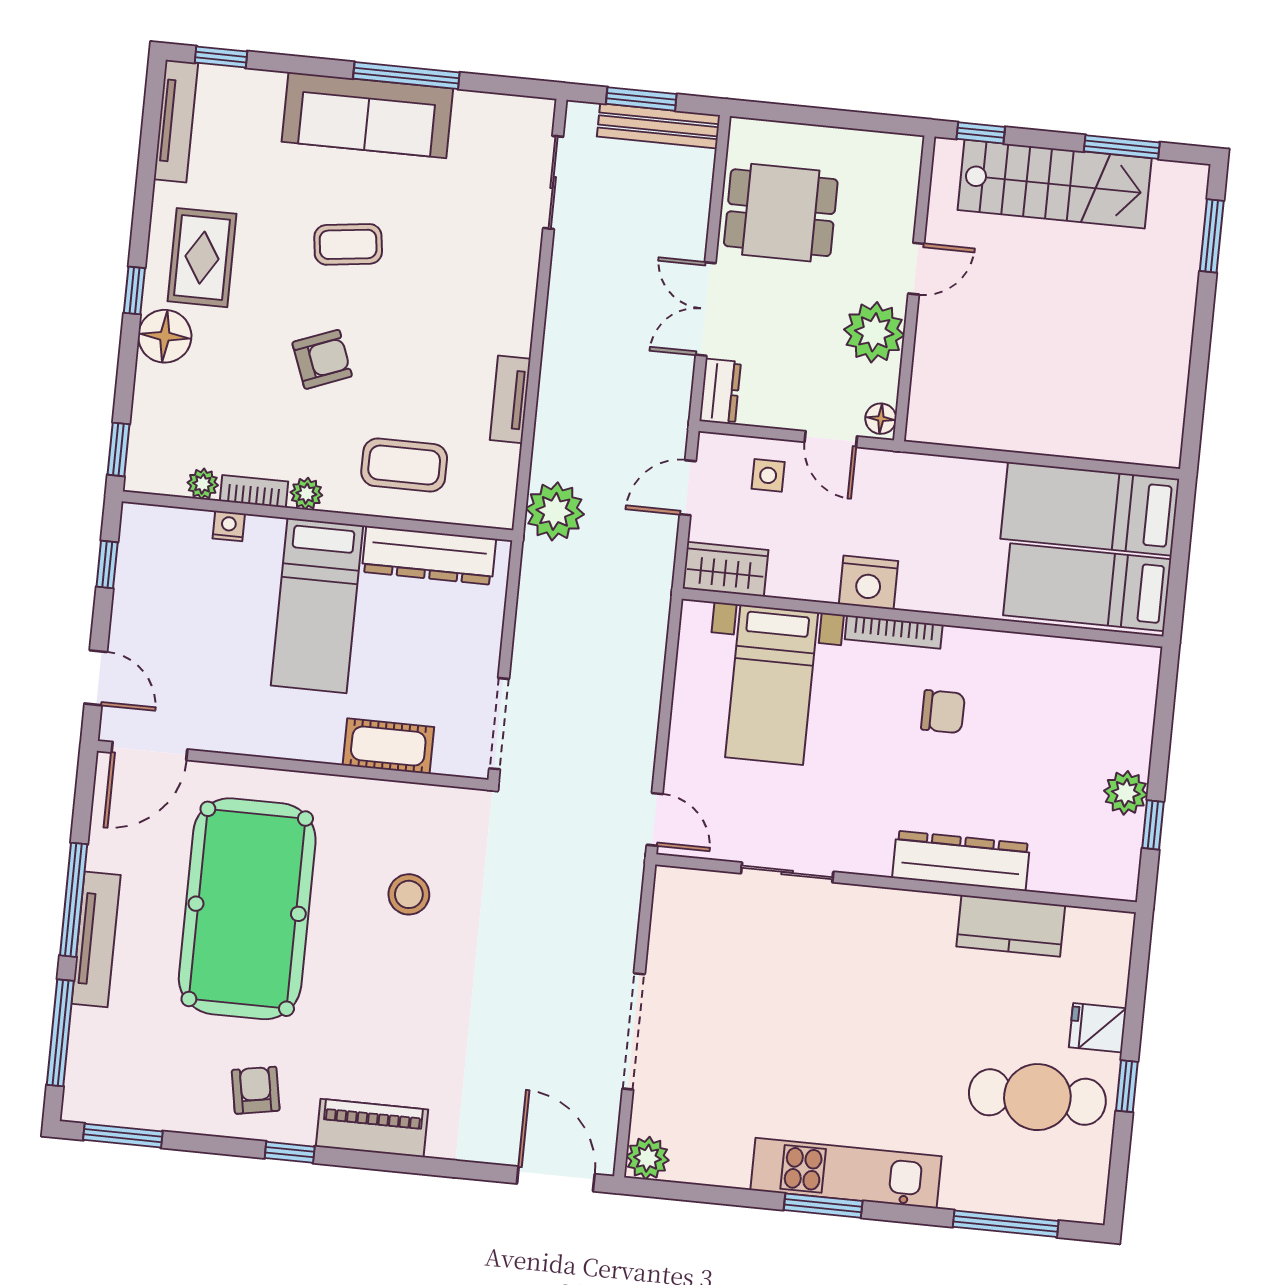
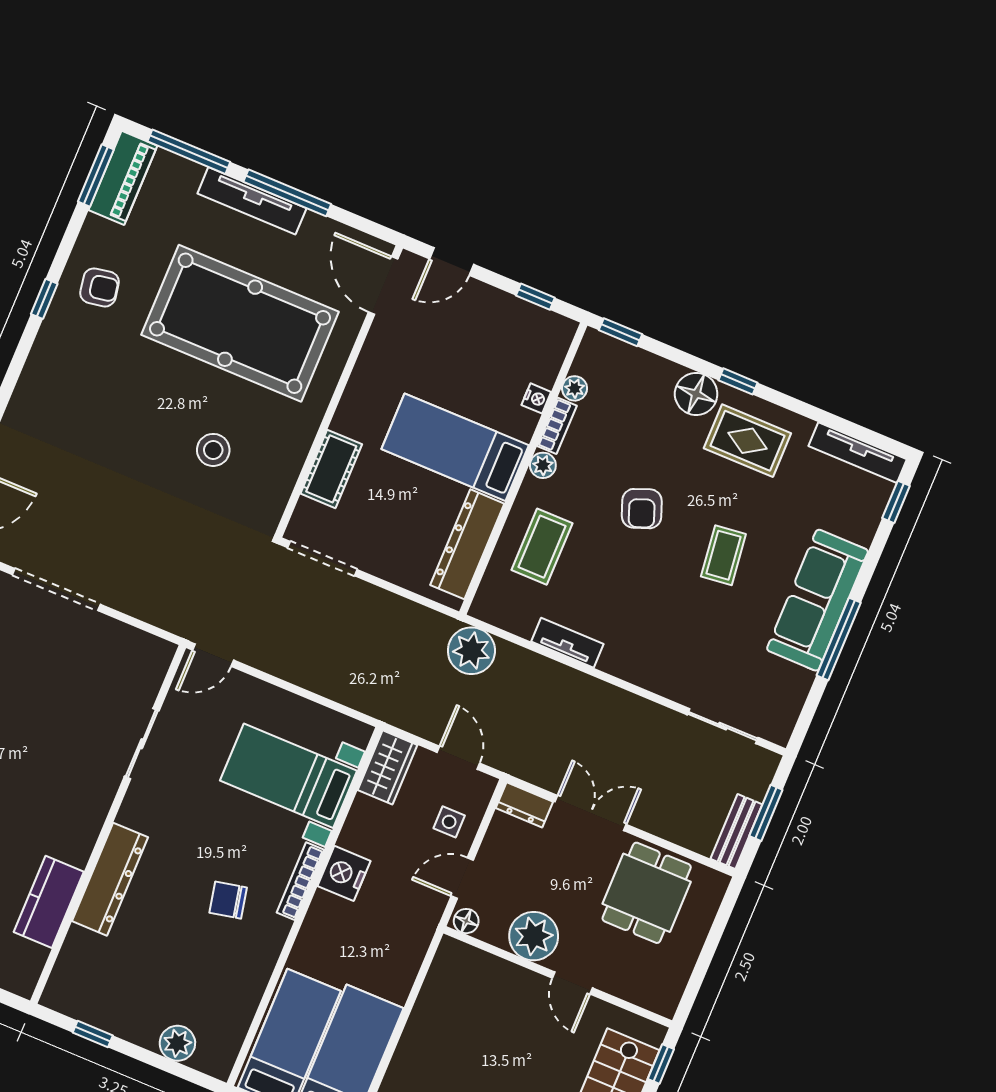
bench: (659, 126) -> (736, 832), width x0.73
chair: (943, 712) -> (228, 900), turned 78
plant: (1126, 793) -> (177, 1043), moved
piano: (372, 1128) -> (123, 178), moved

